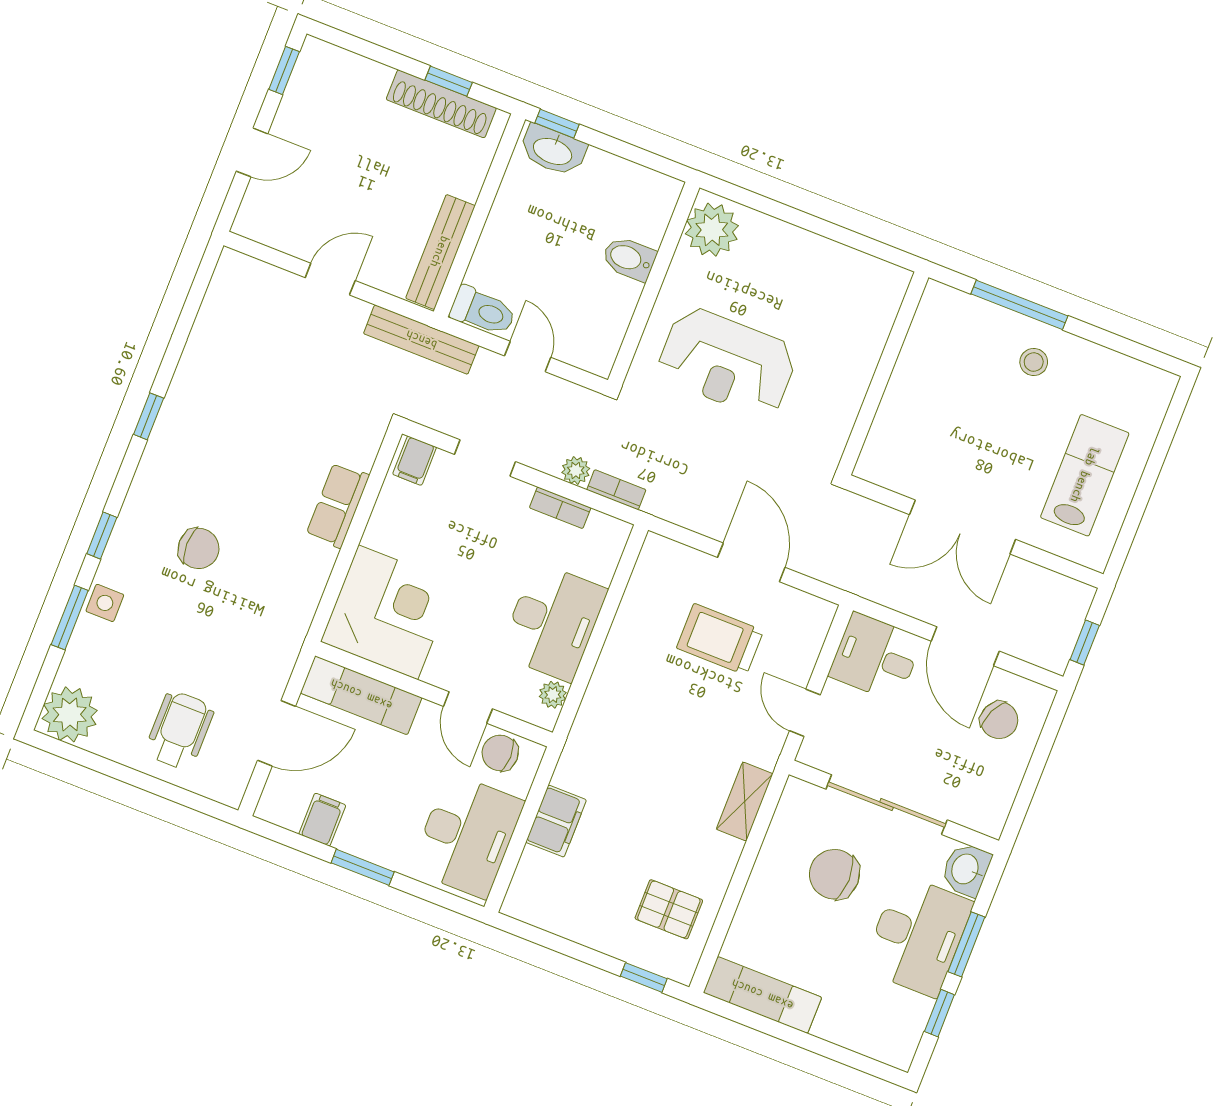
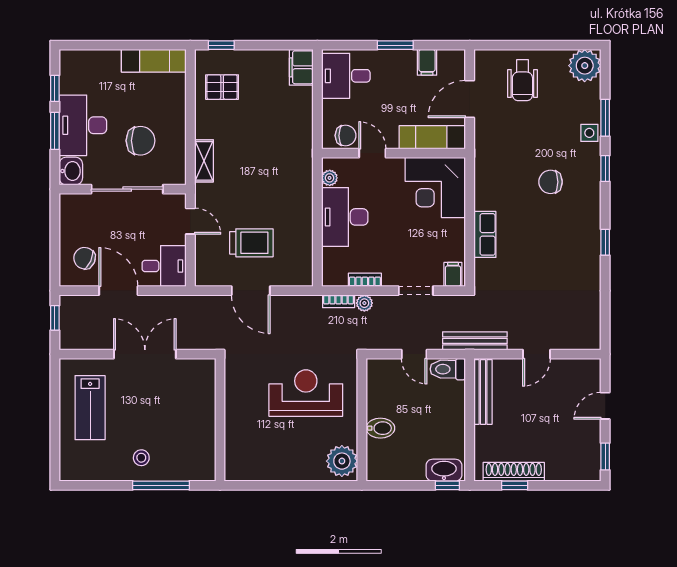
filing cabinet: (556, 821) -> (301, 67), moved
desk: (467, 836) -> (346, 76), width x0.73

